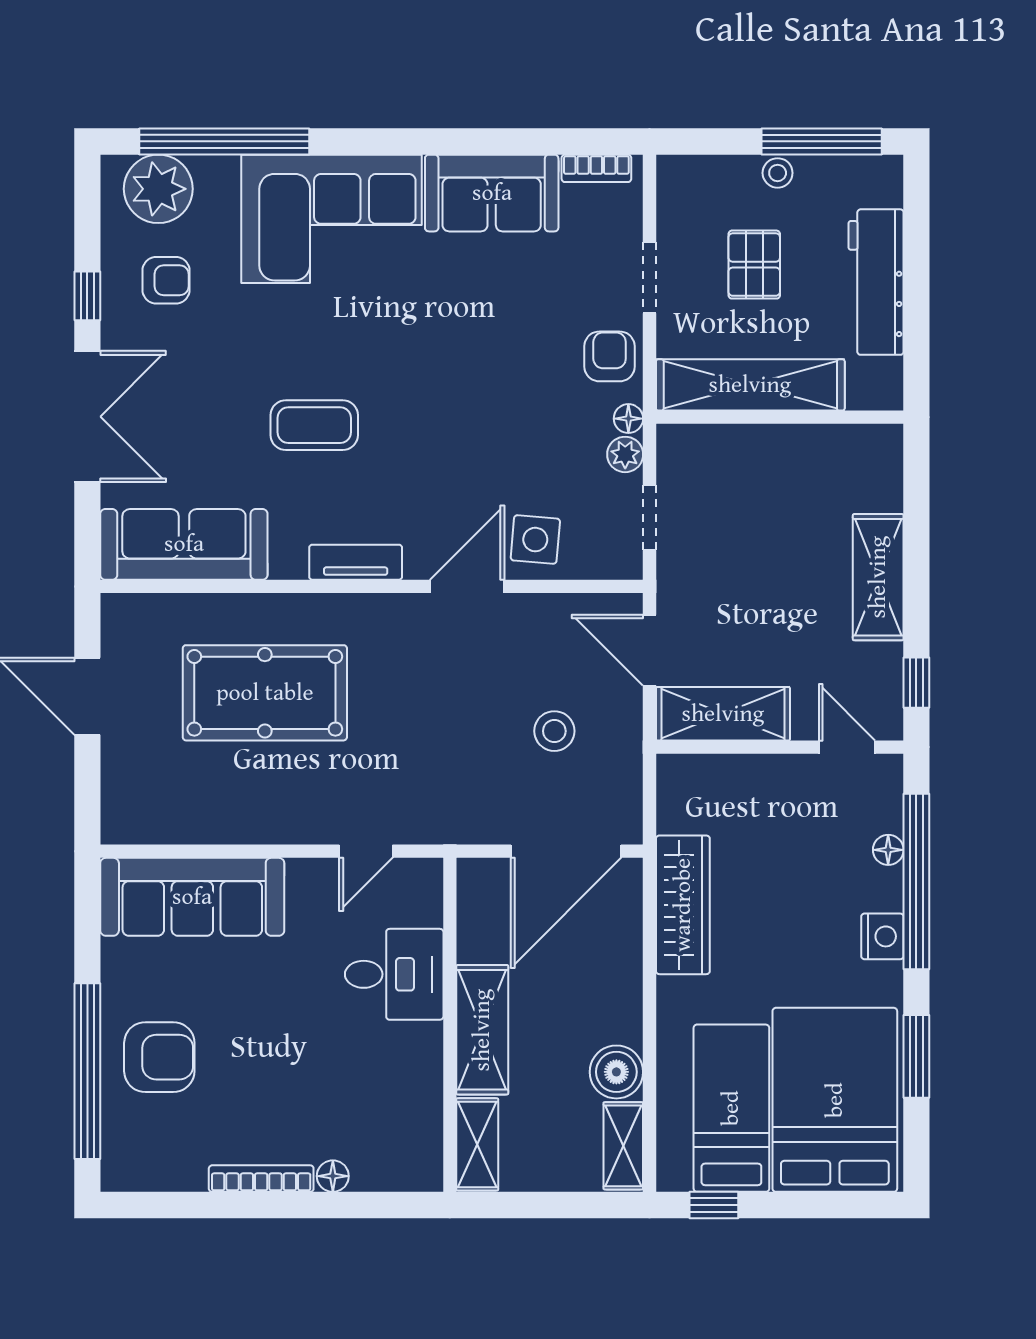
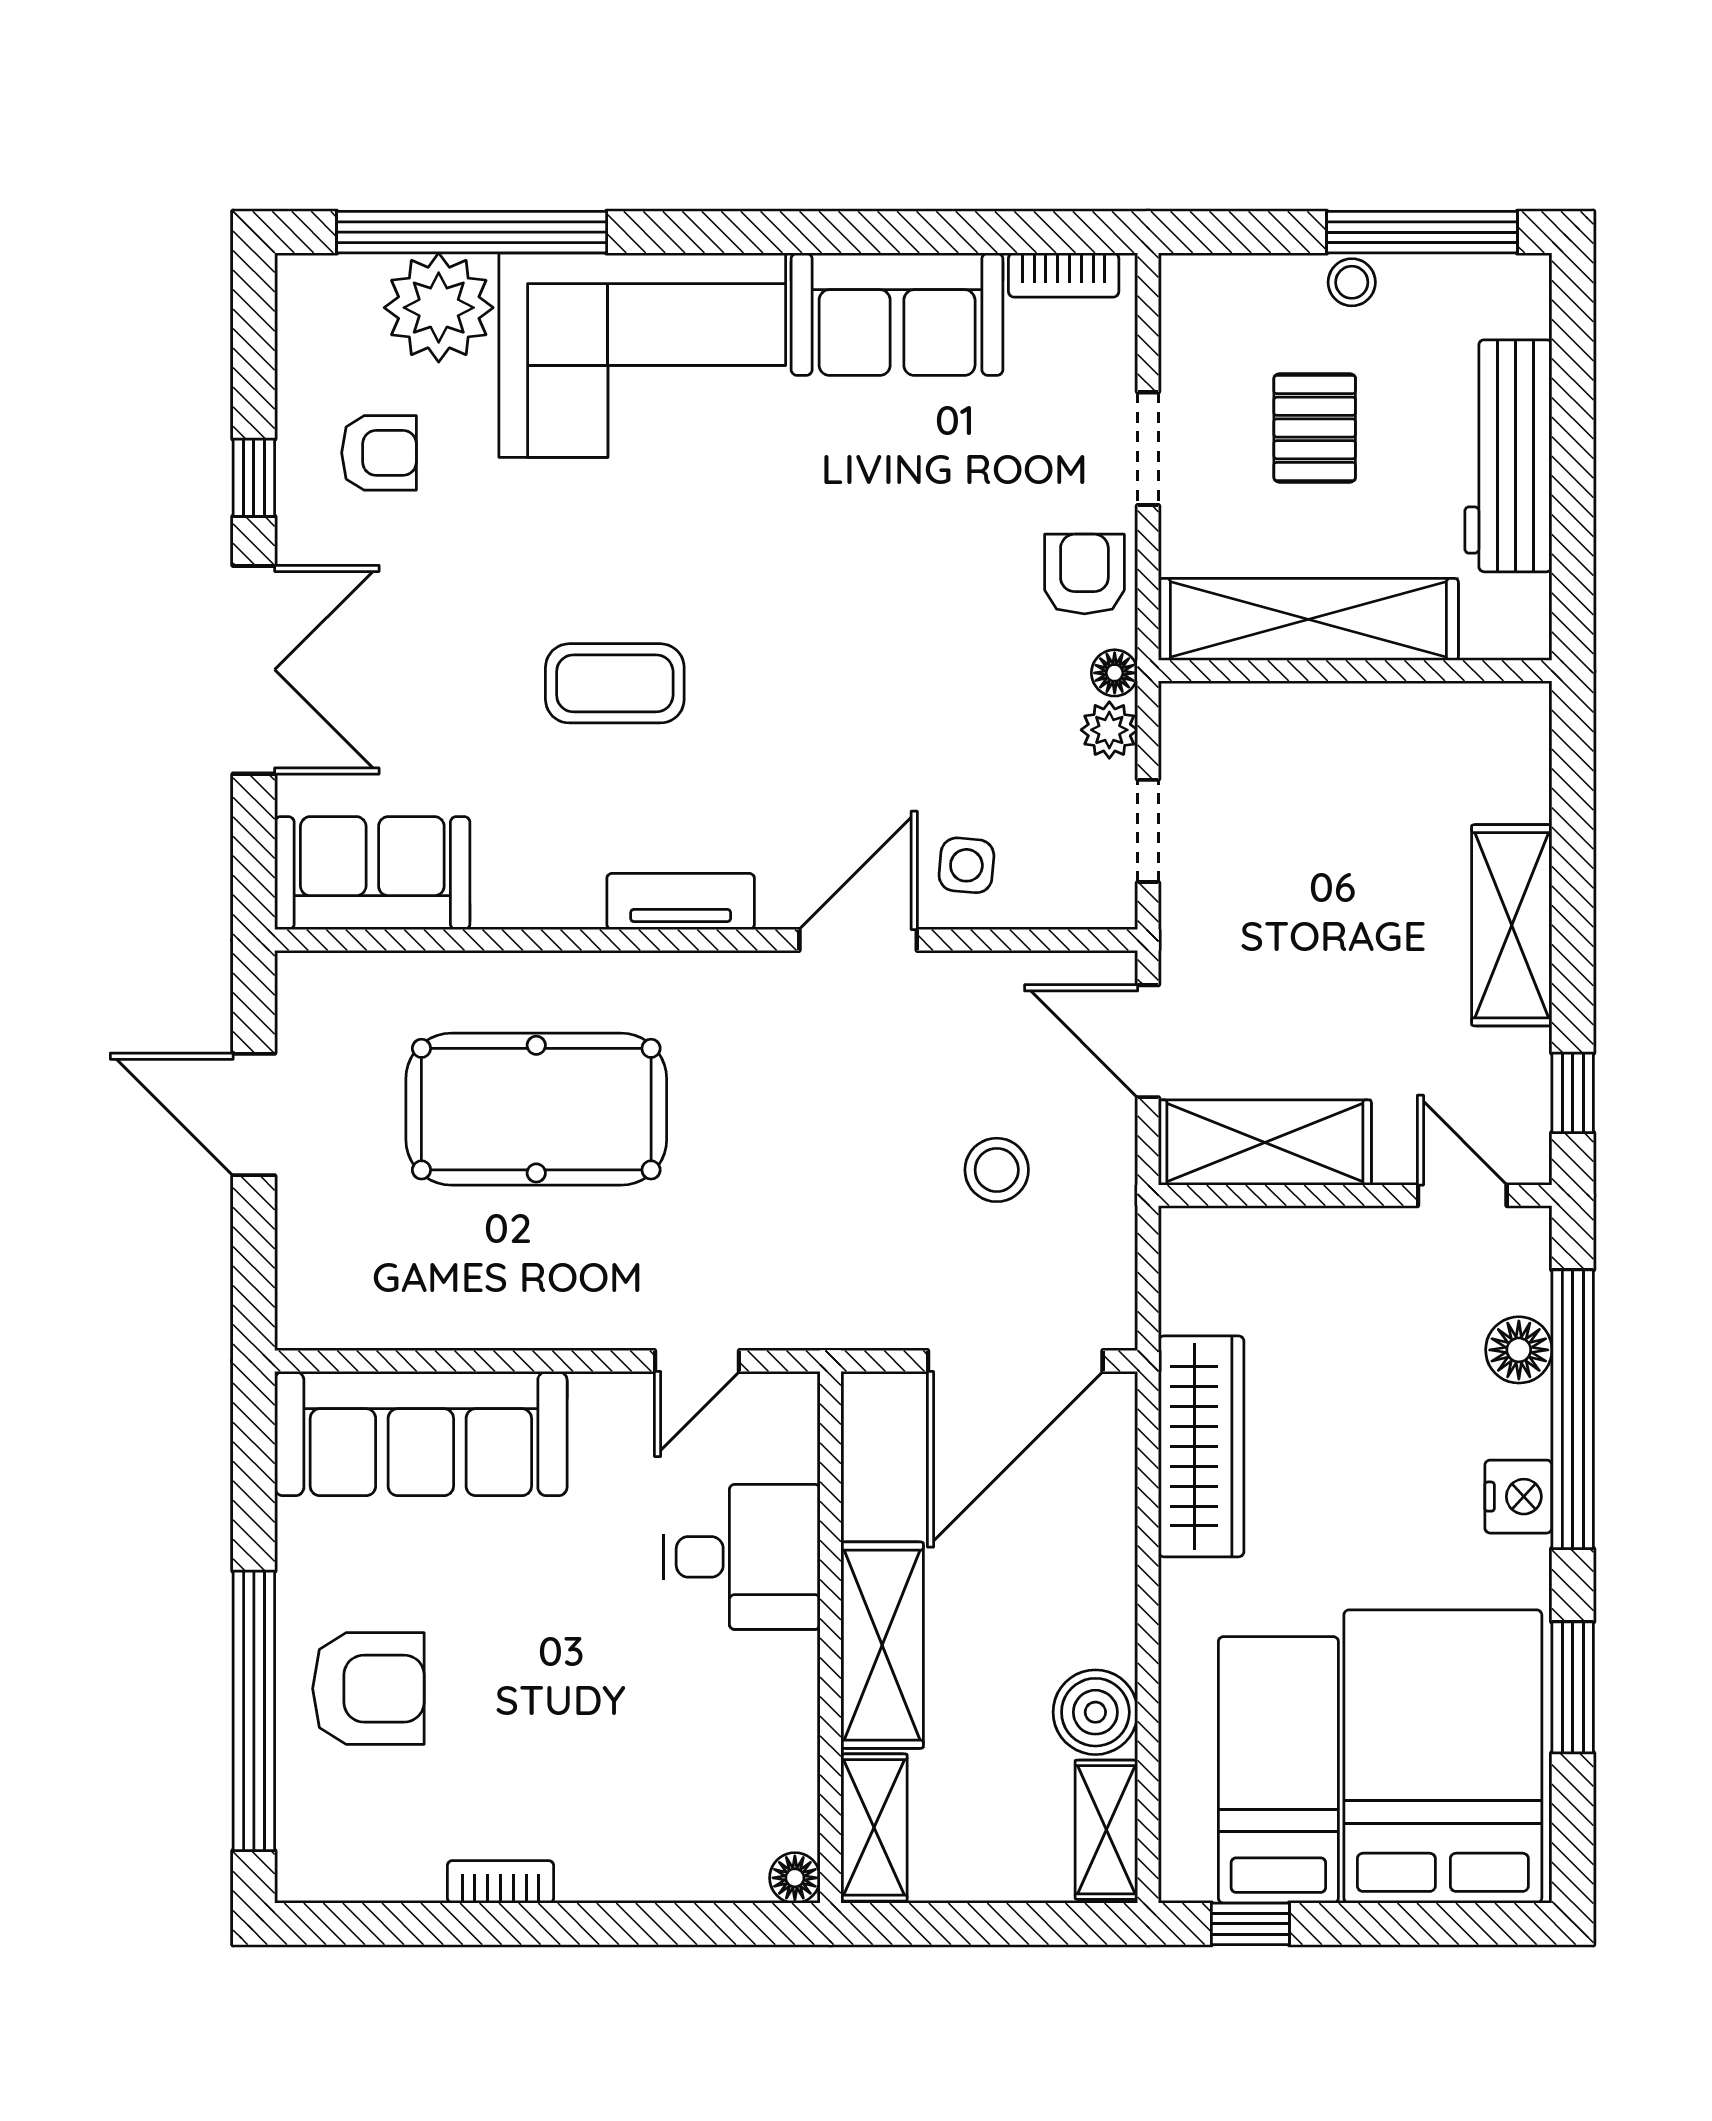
plant: (158, 189) -> (439, 308), moved
side table: (535, 540) -> (966, 865), width x0.73, depth x0.73
sofa: (184, 544) -> (372, 873), width x0.73
floor lamp: (888, 850) -> (1519, 1350), width x1.37, depth x1.37
floor lamp: (333, 1176) -> (795, 1878), moved
bookcase: (261, 1179) -> (500, 1882), width x0.64

